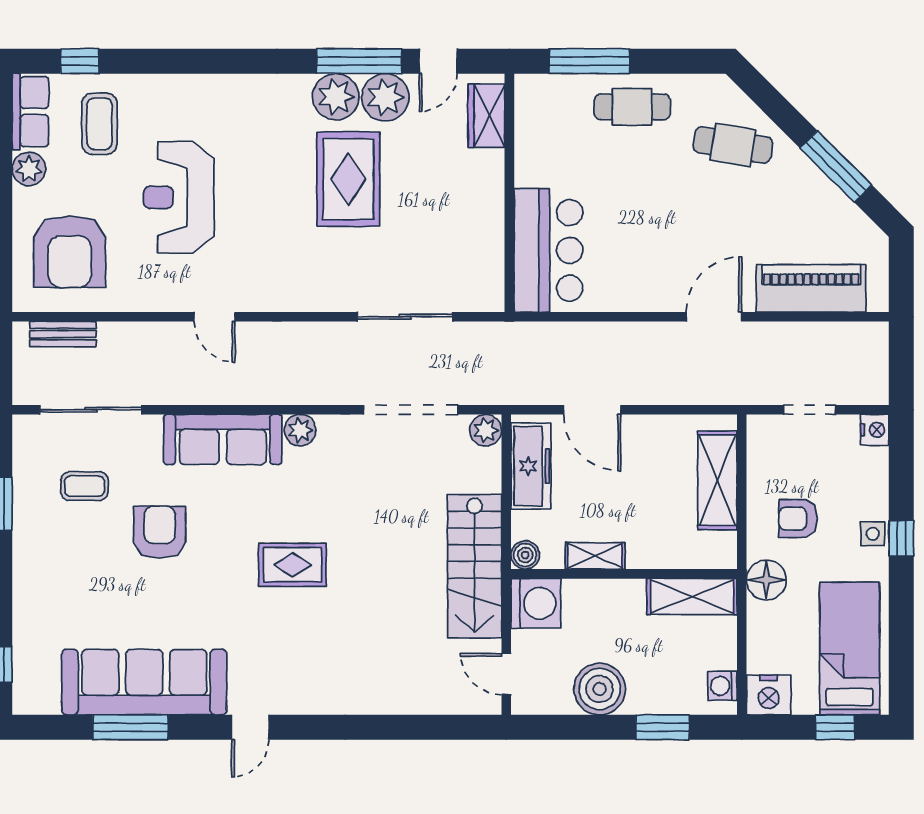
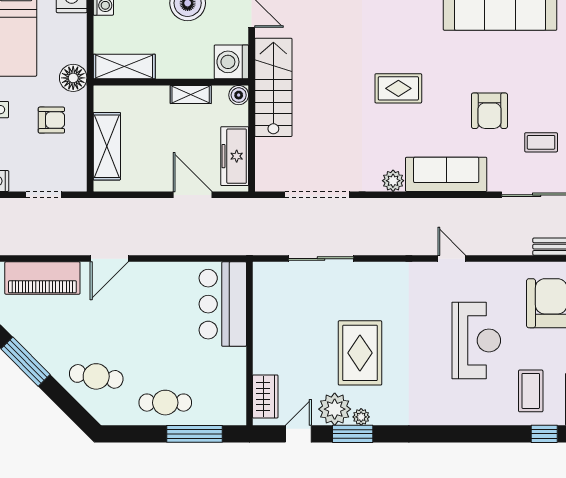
window: (359, 61) -> (353, 434), width x0.69
plant: (336, 97) -> (361, 417), width x0.53, depth x0.53
plant: (486, 430) -> (266, 181), removed

